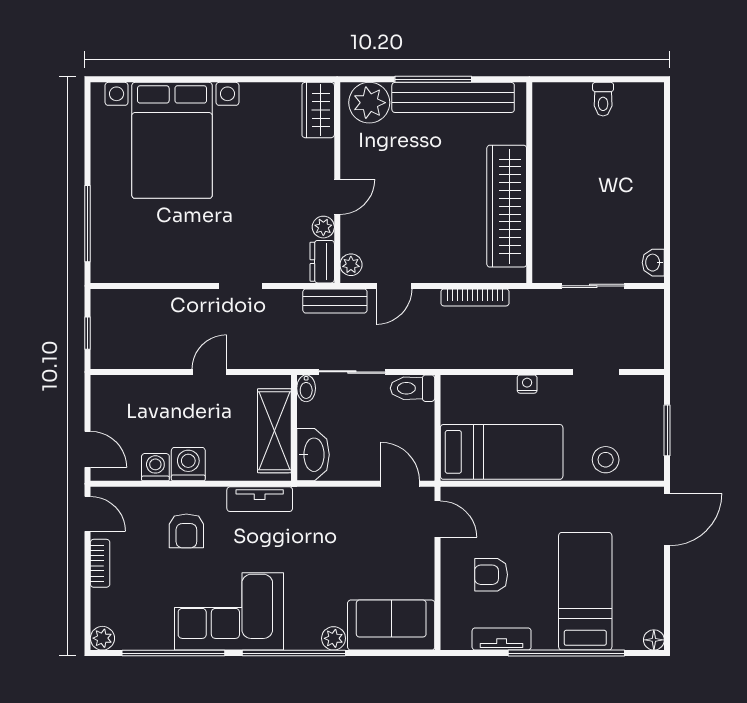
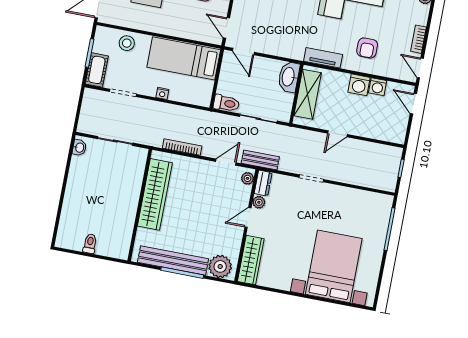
wardrobe: (318, 110) -> (251, 260), width x1.50
bidet: (306, 388) -> (285, 114), removed
cot: (649, 403) -> (97, 70), added
armchair: (186, 531) -> (367, 48), turned 180

